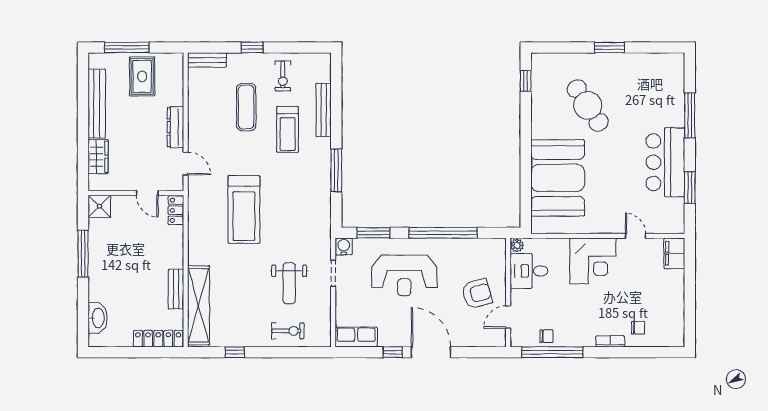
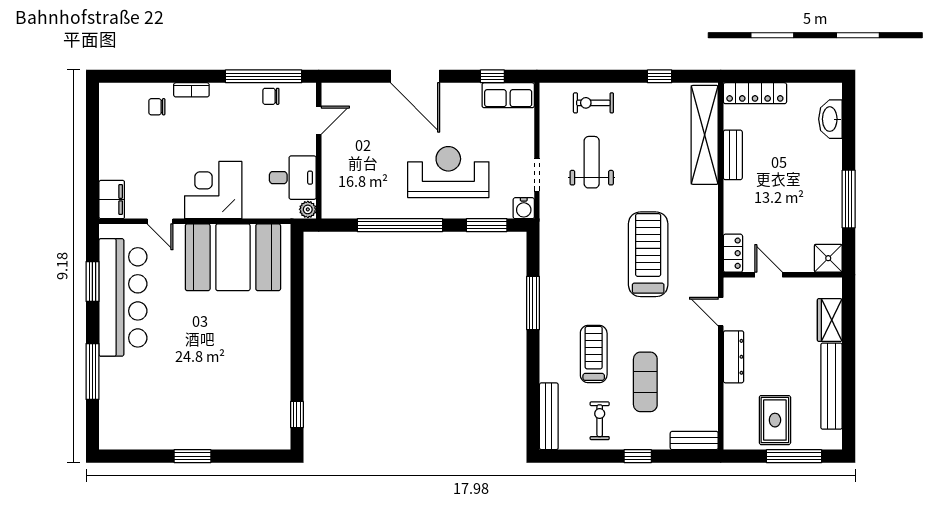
cafe table: (588, 105) -> (220, 384), removed
bench: (324, 110) -> (549, 416), moved
bar counter: (665, 162) -> (123, 297), width x1.36
booth: (558, 178) -> (233, 257), moved, turned 90
armchair: (477, 294) -> (358, 149), removed
window: (393, 352) -> (492, 76), moved

